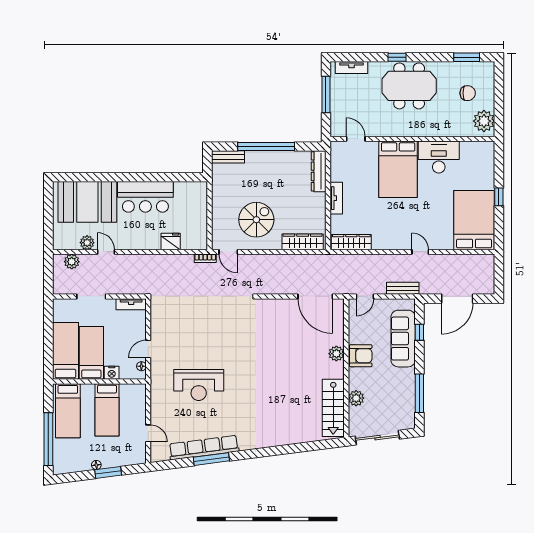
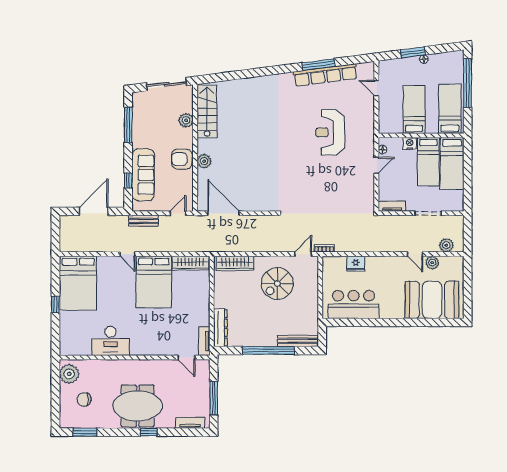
bench: (228, 157) -> (298, 341), width x1.36
bed: (398, 169) -> (154, 282), moved, turned 180
bar counter: (145, 197) -> (353, 304), moved
tv unit: (336, 198) -> (204, 341), moved
door: (228, 252) -> (303, 254), hinge flipped
reception desk: (199, 385) -> (330, 132), turned -90

